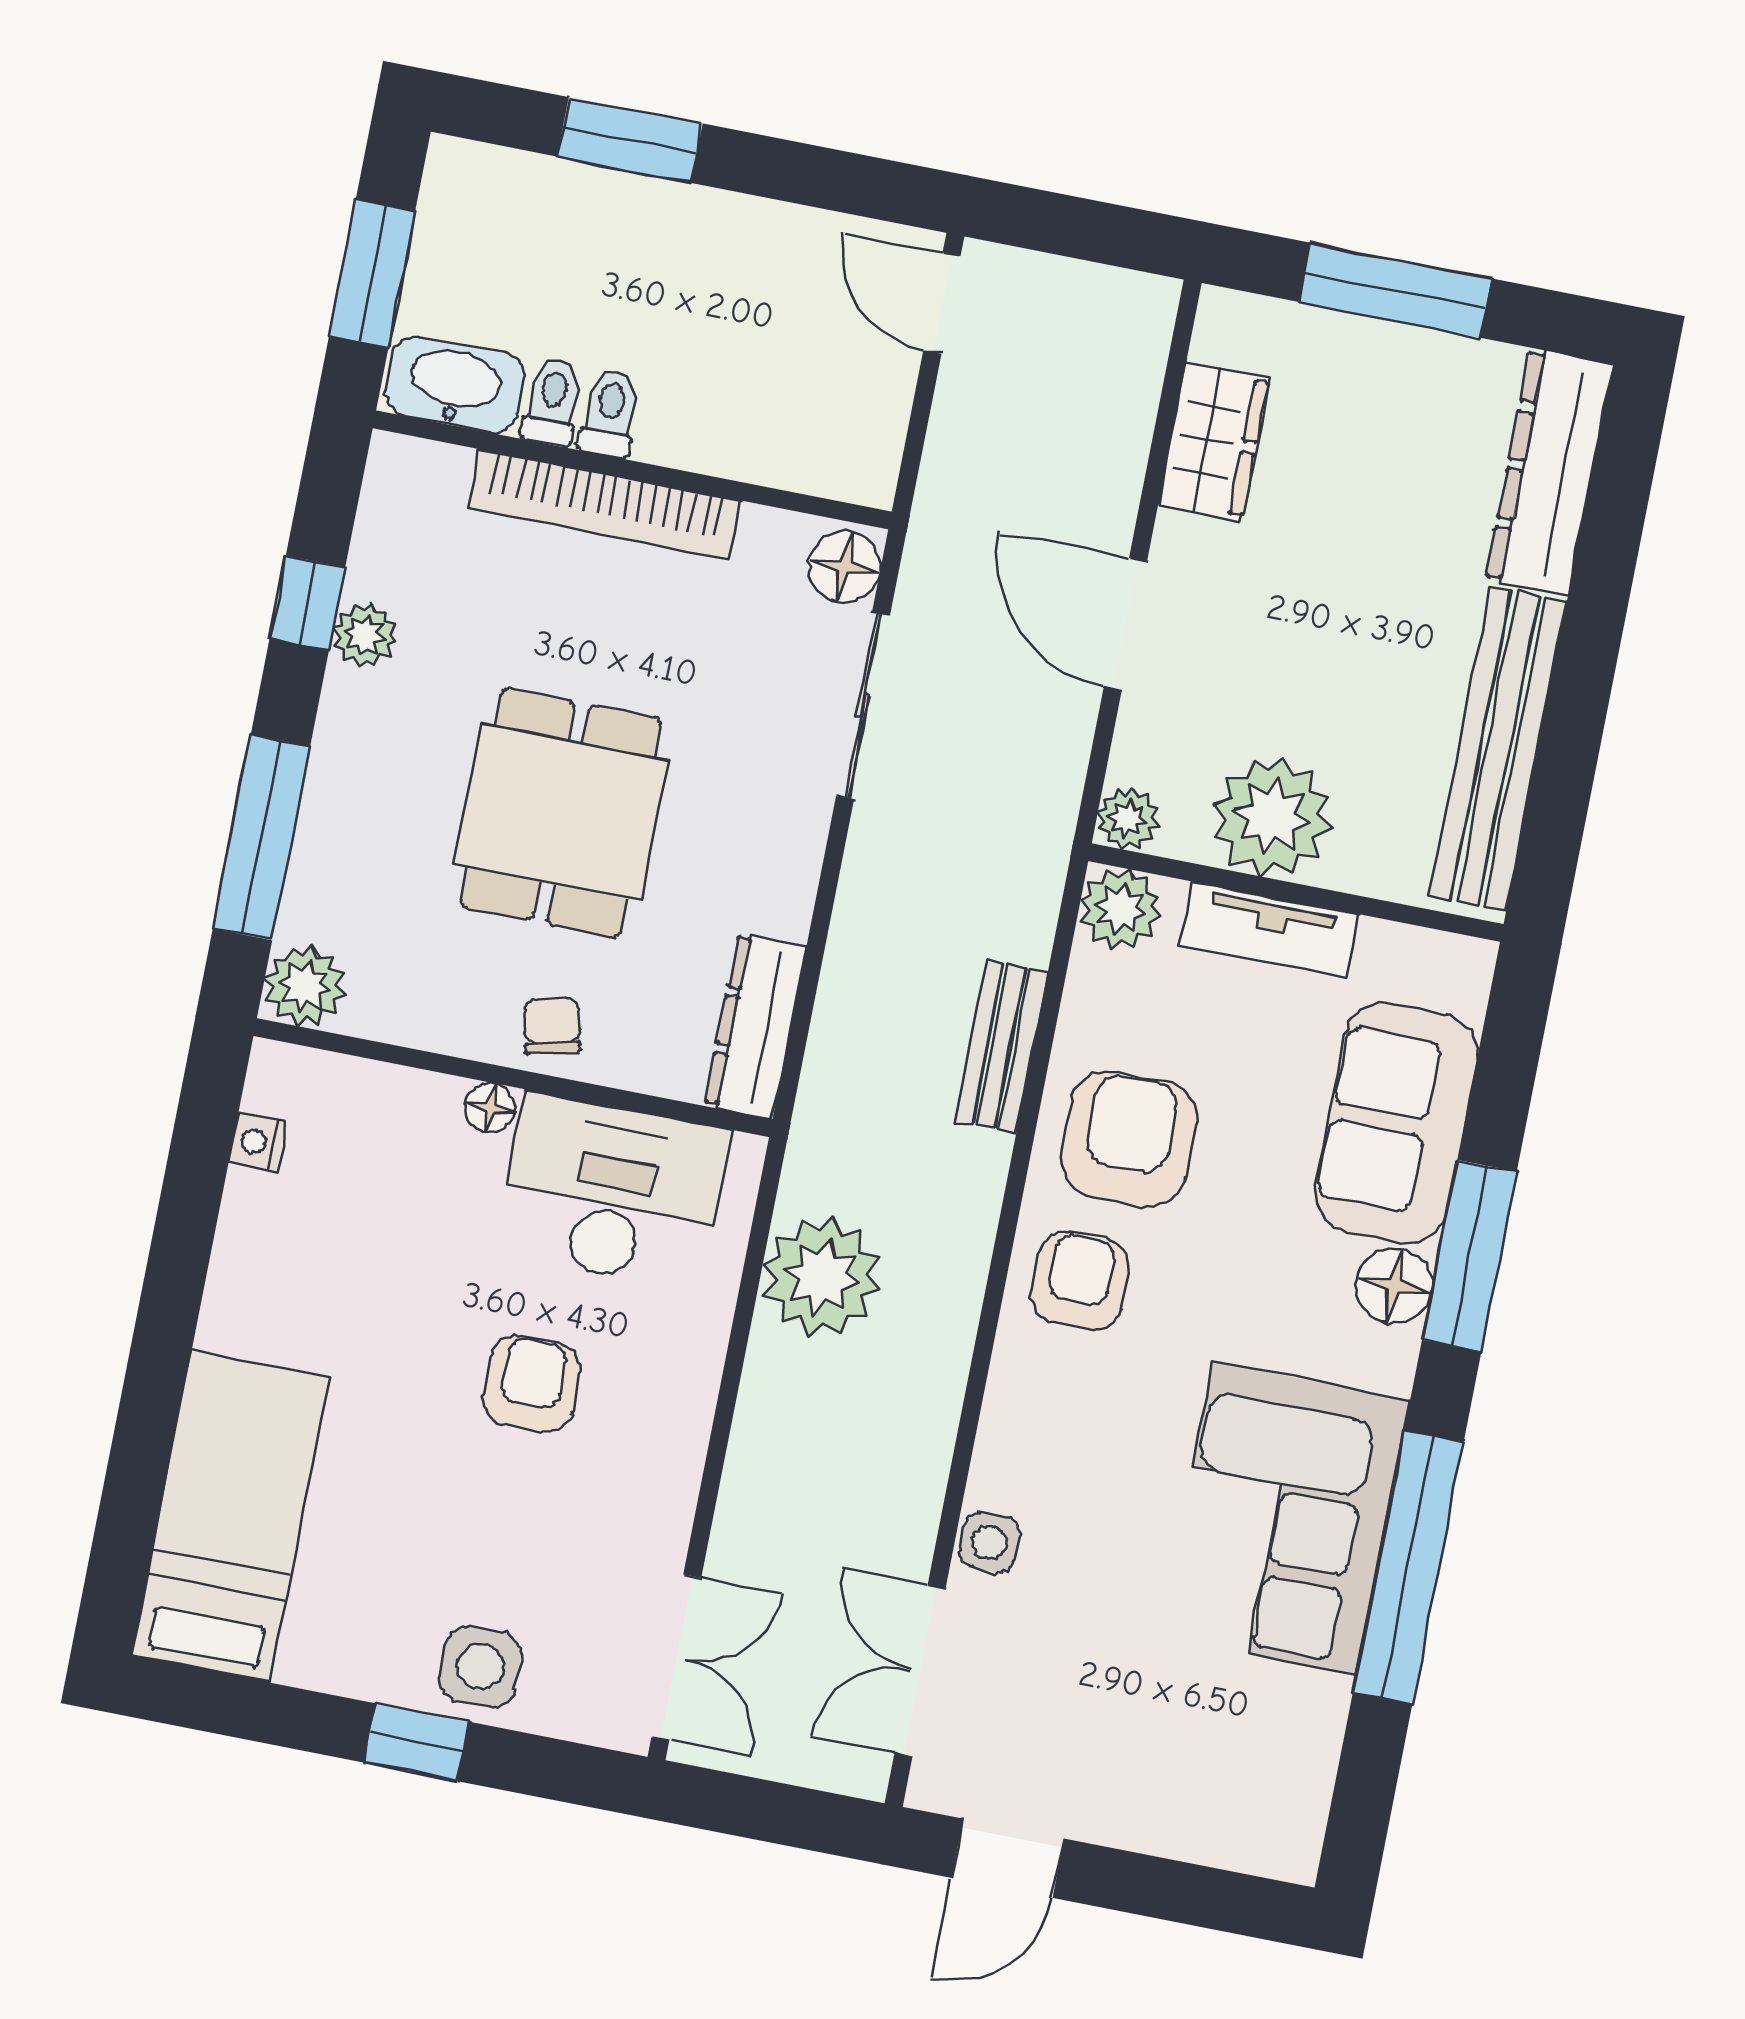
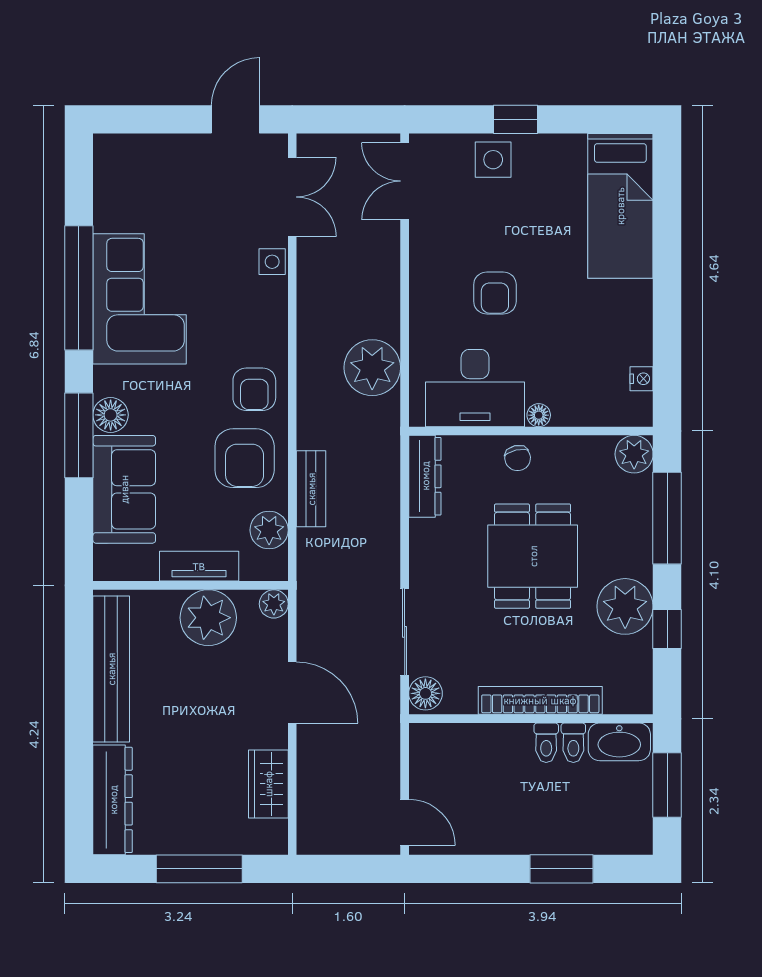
plant: (365, 635) -> (625, 606), width x1.88, depth x1.88
plant: (1120, 909) -> (269, 530), moved

